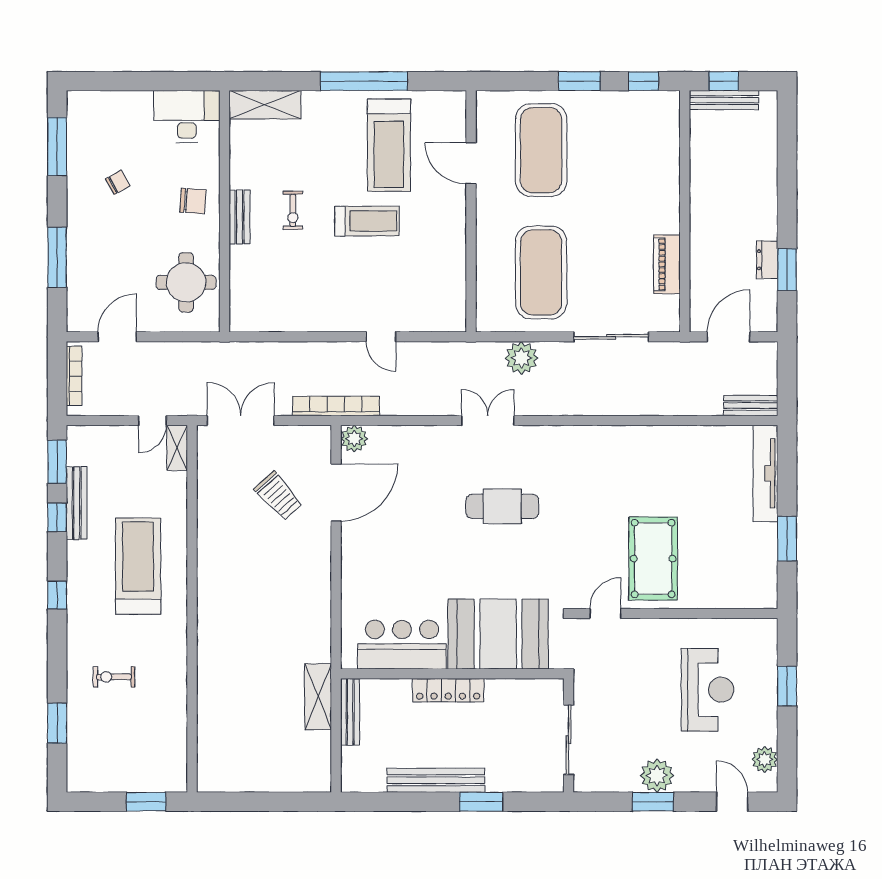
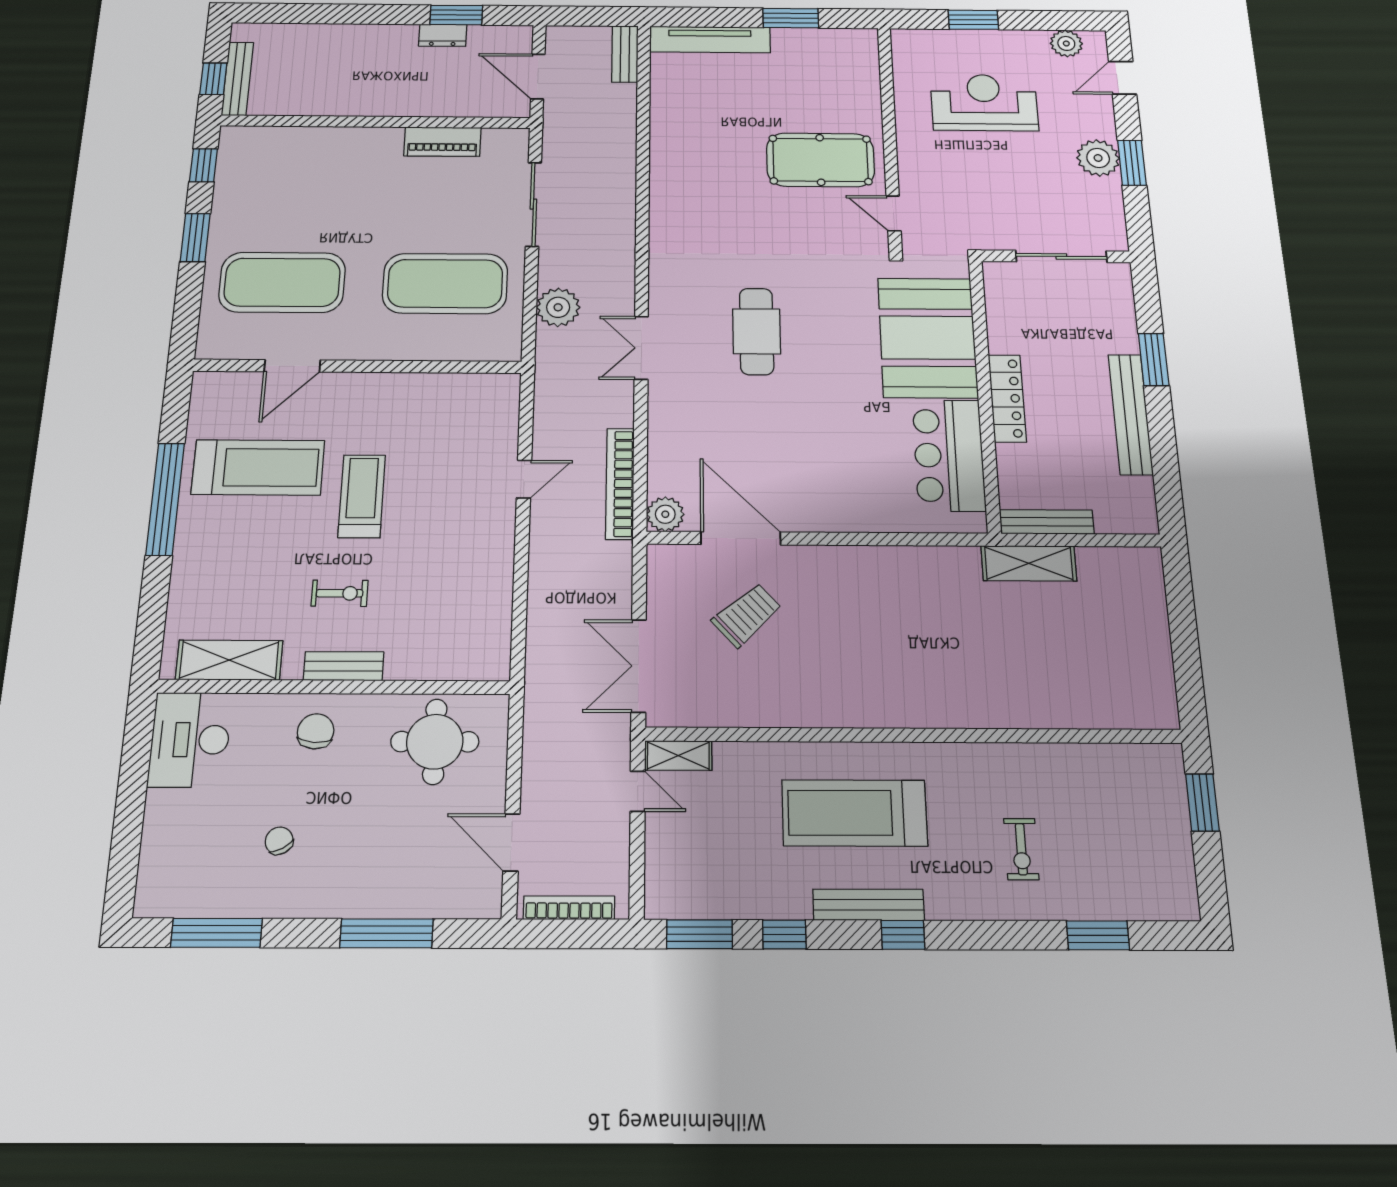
shelving: (265, 105) -> (229, 660), moved, turned 90
bookcase: (336, 406) -> (620, 484), moved
bench: (77, 503) -> (869, 905), moved

